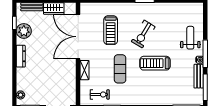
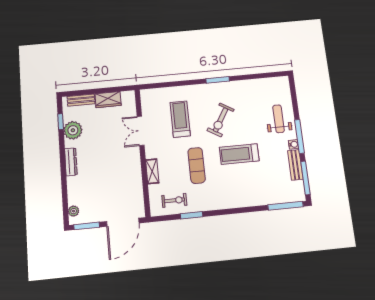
treadmill: (111, 30) -> (180, 119), turned 180
double door: (78, 37) -> (141, 131), width x0.54

